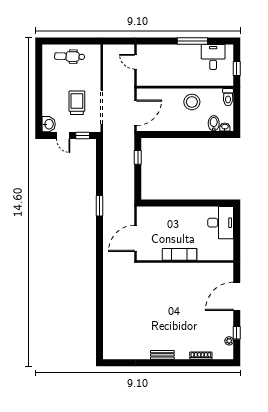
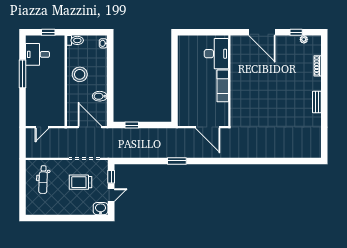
dental chair: (70, 56) -> (43, 180), moved
bidet: (214, 123) -> (100, 96), moved
desk: (221, 223) -> (216, 54), moved, turned 90

